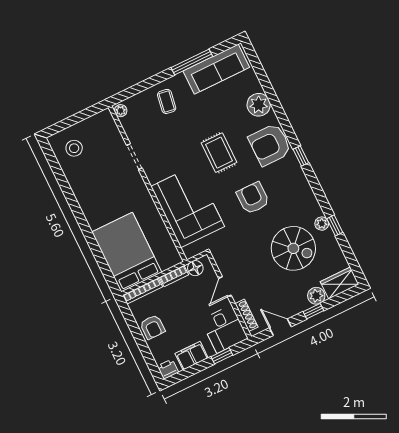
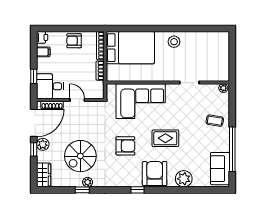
window: (192, 62) -> (232, 149), width x1.46
sofa: (216, 69) -> (220, 169), width x0.73
stool: (74, 148) -> (174, 42), moved
floor lamp: (195, 268) -> (98, 87), removed
plant: (316, 296) -> (43, 144), moved
door: (280, 327) -> (34, 123), width x1.88
filing cabinet: (192, 356) -> (43, 52), width x0.50

